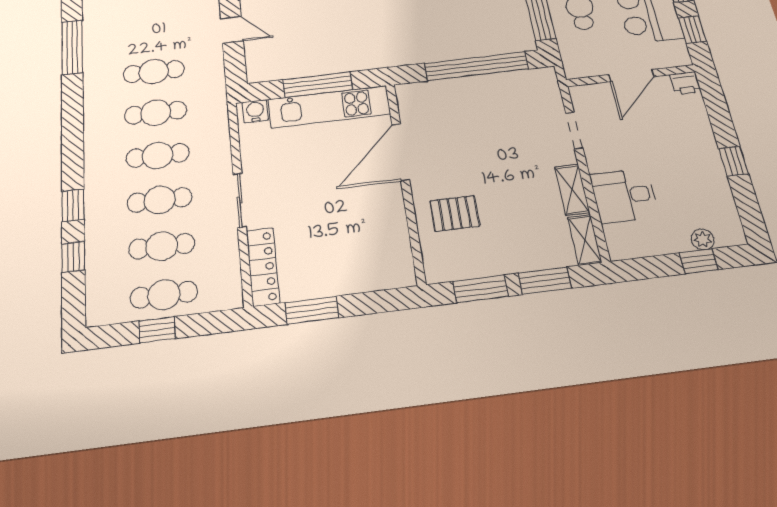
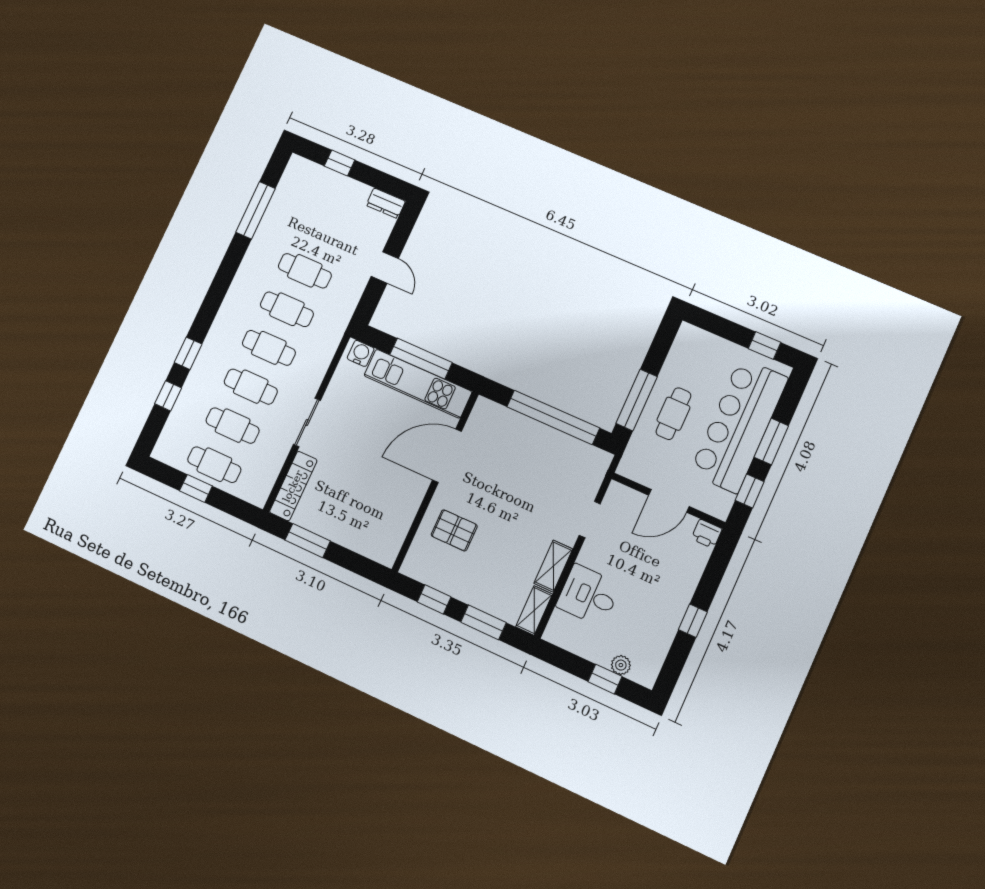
window: (481, 289) -> (434, 599), width x0.67

